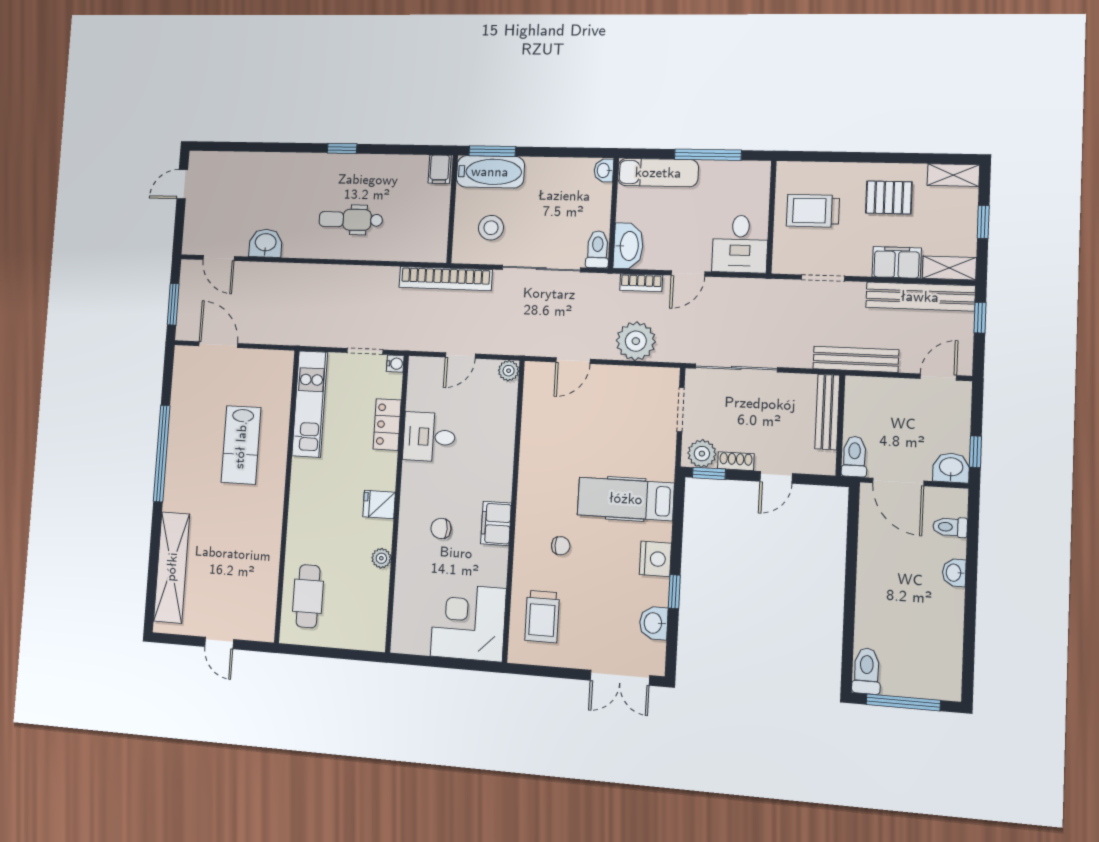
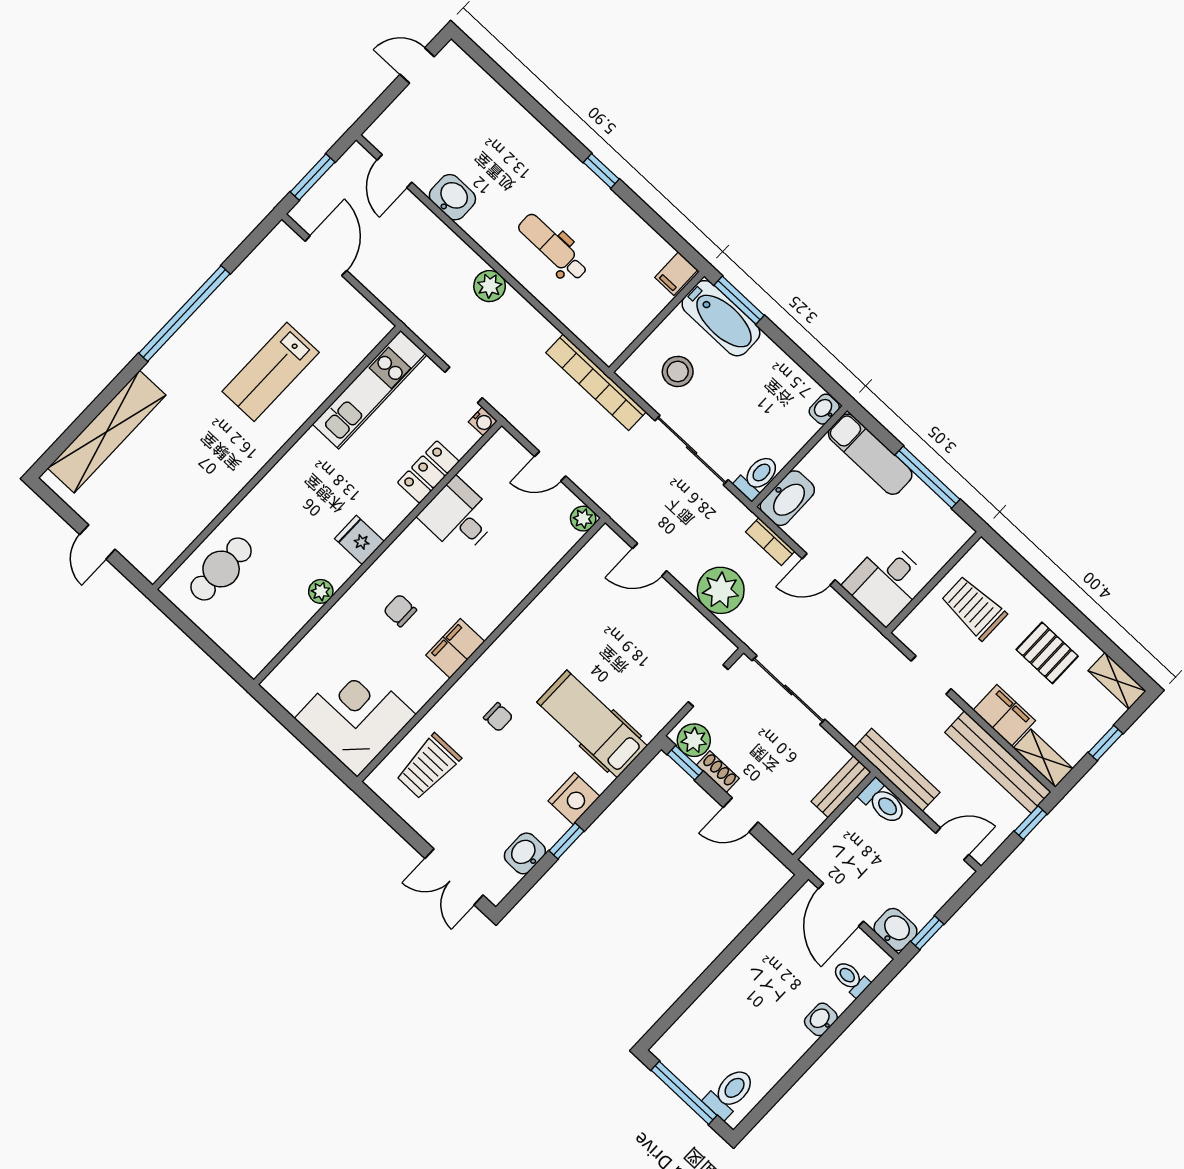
plant: (331, 277) -> (490, 286), added
bench: (827, 412) -> (841, 787), width x0.73
toilet: (854, 456) -> (883, 802), moved, turned 90
toilet: (867, 671) -> (730, 1093), moved

